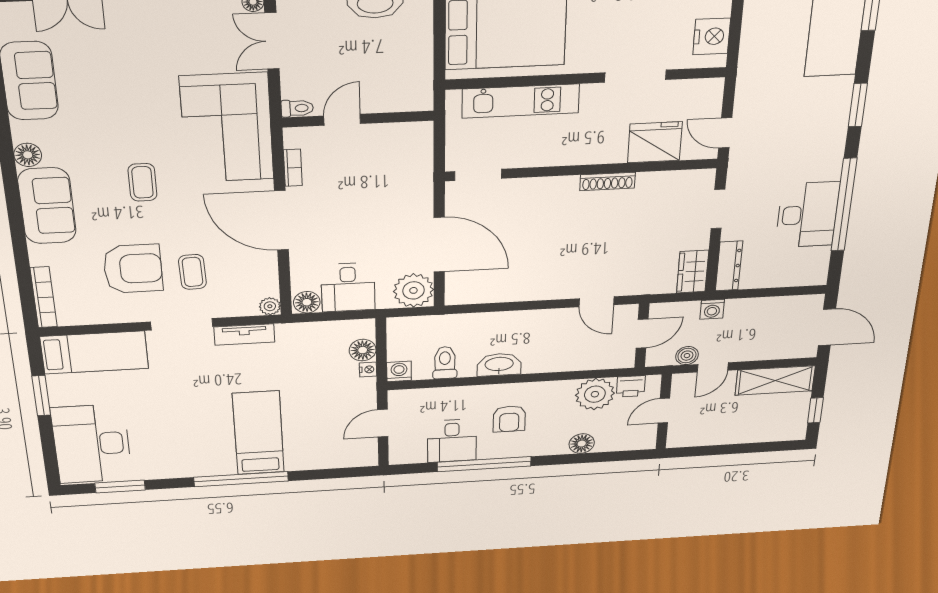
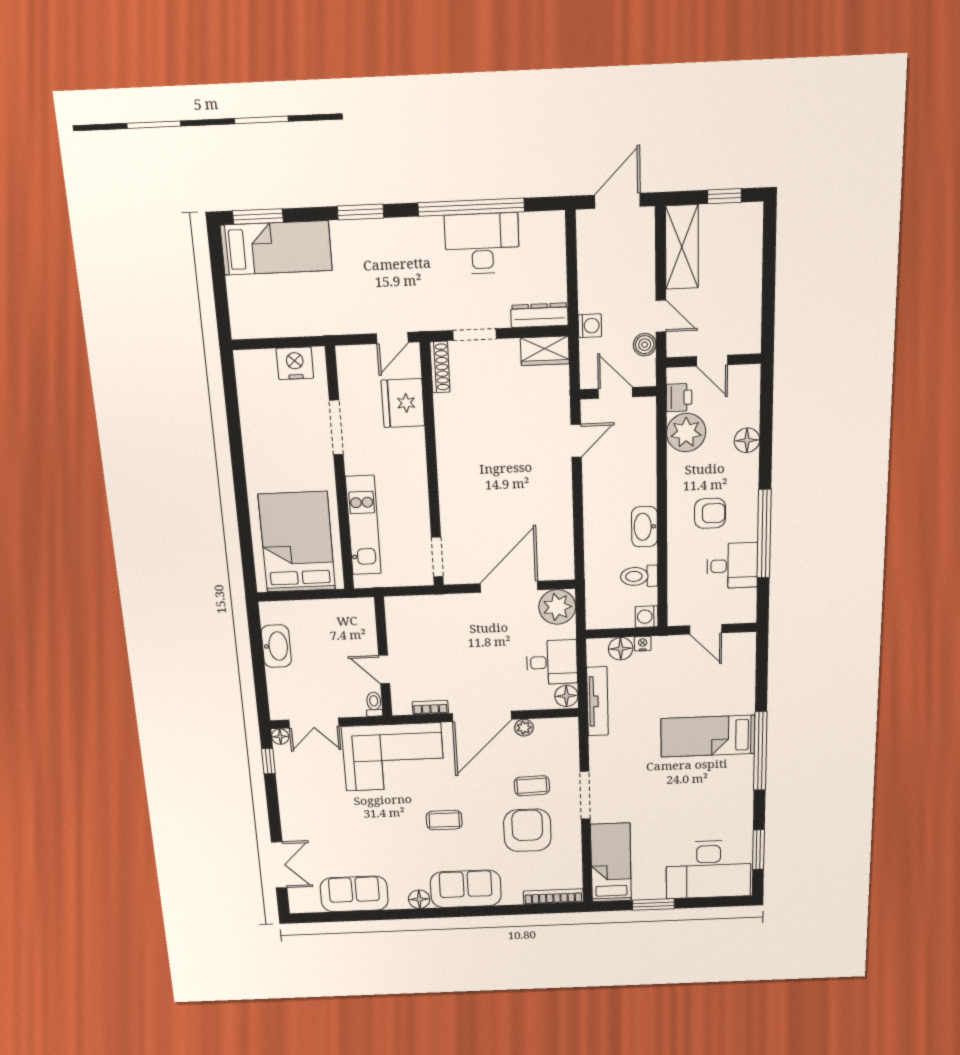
shoe rack: (608, 181) -> (440, 367), moved
plant: (270, 306) -> (524, 728), moved
tv unit: (244, 335) -> (597, 701), moved, width x1.41

